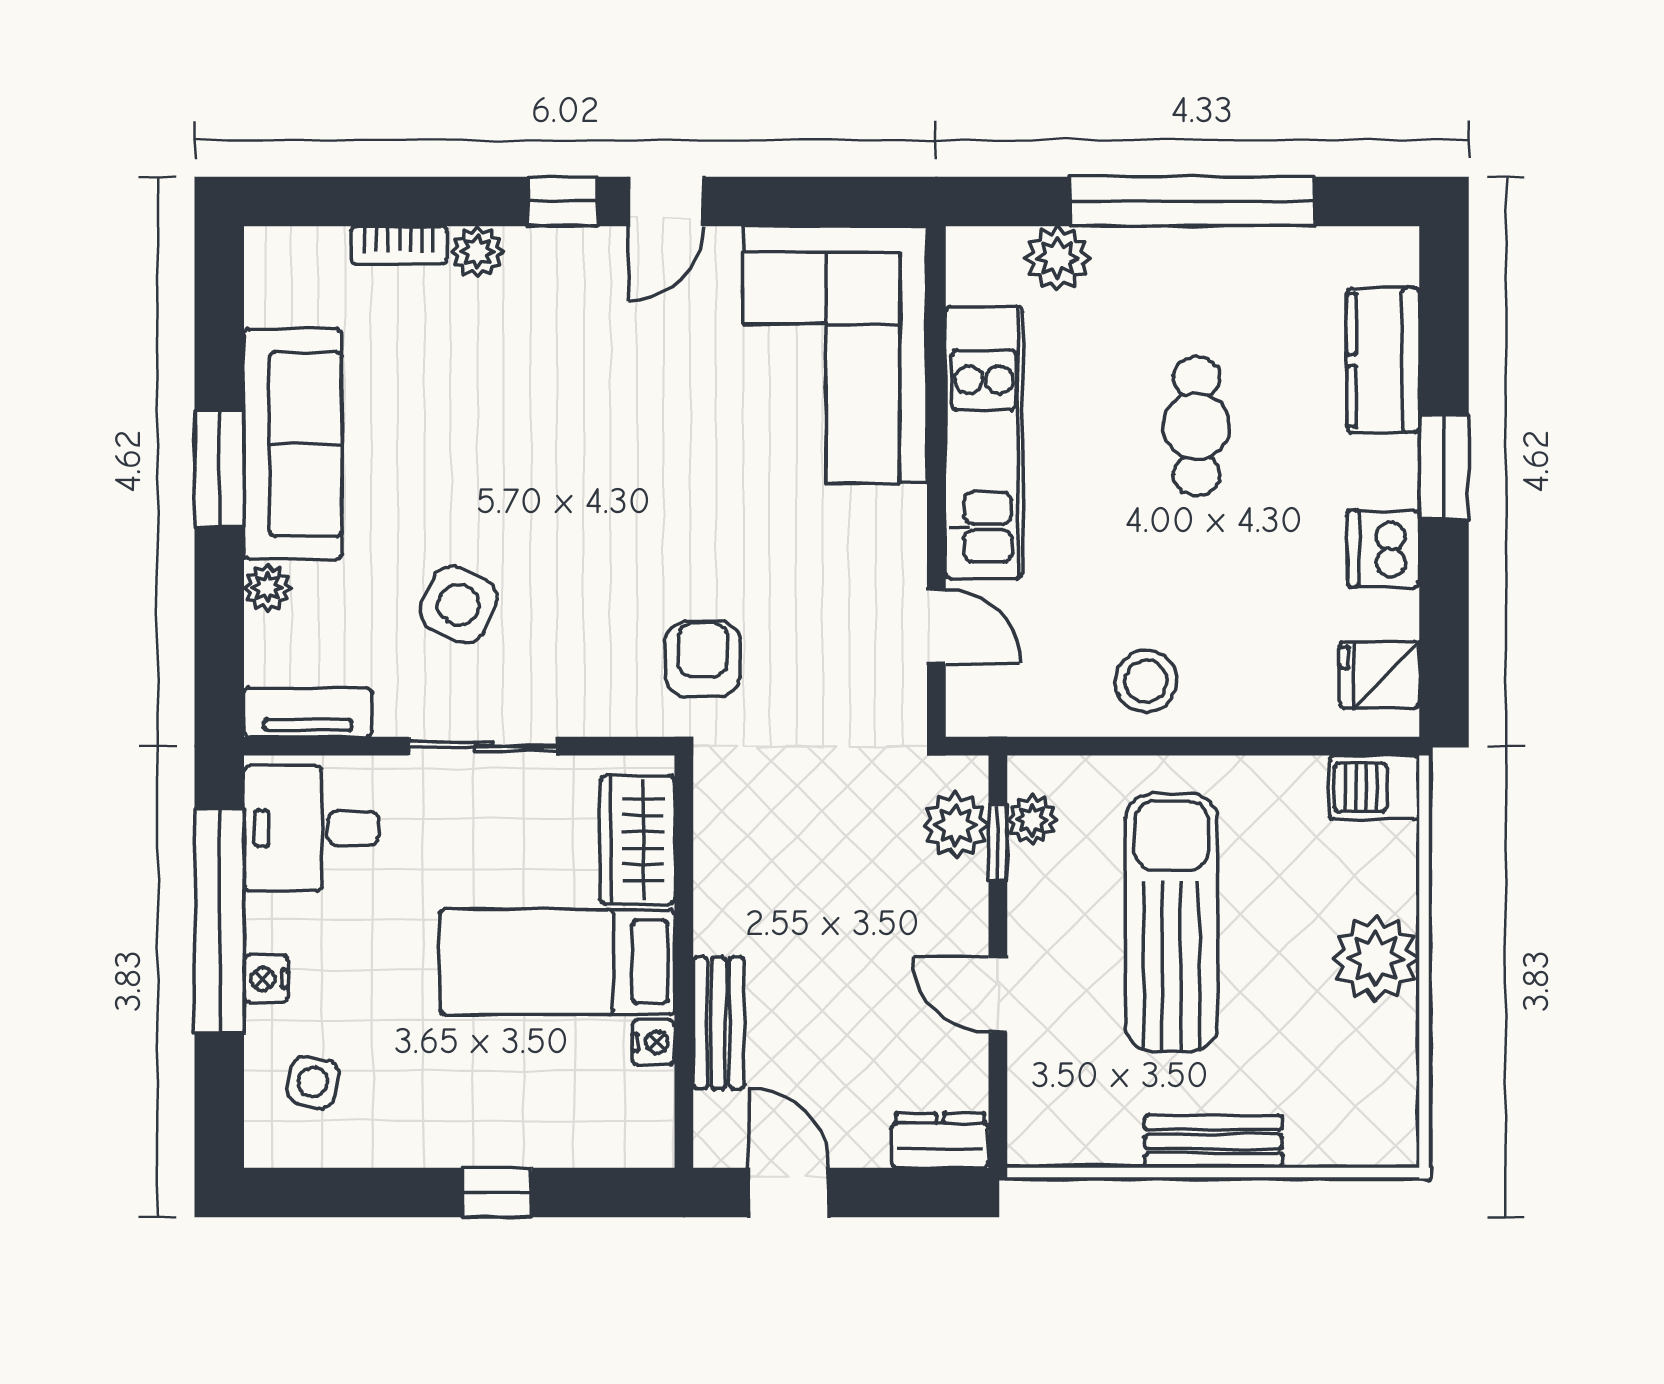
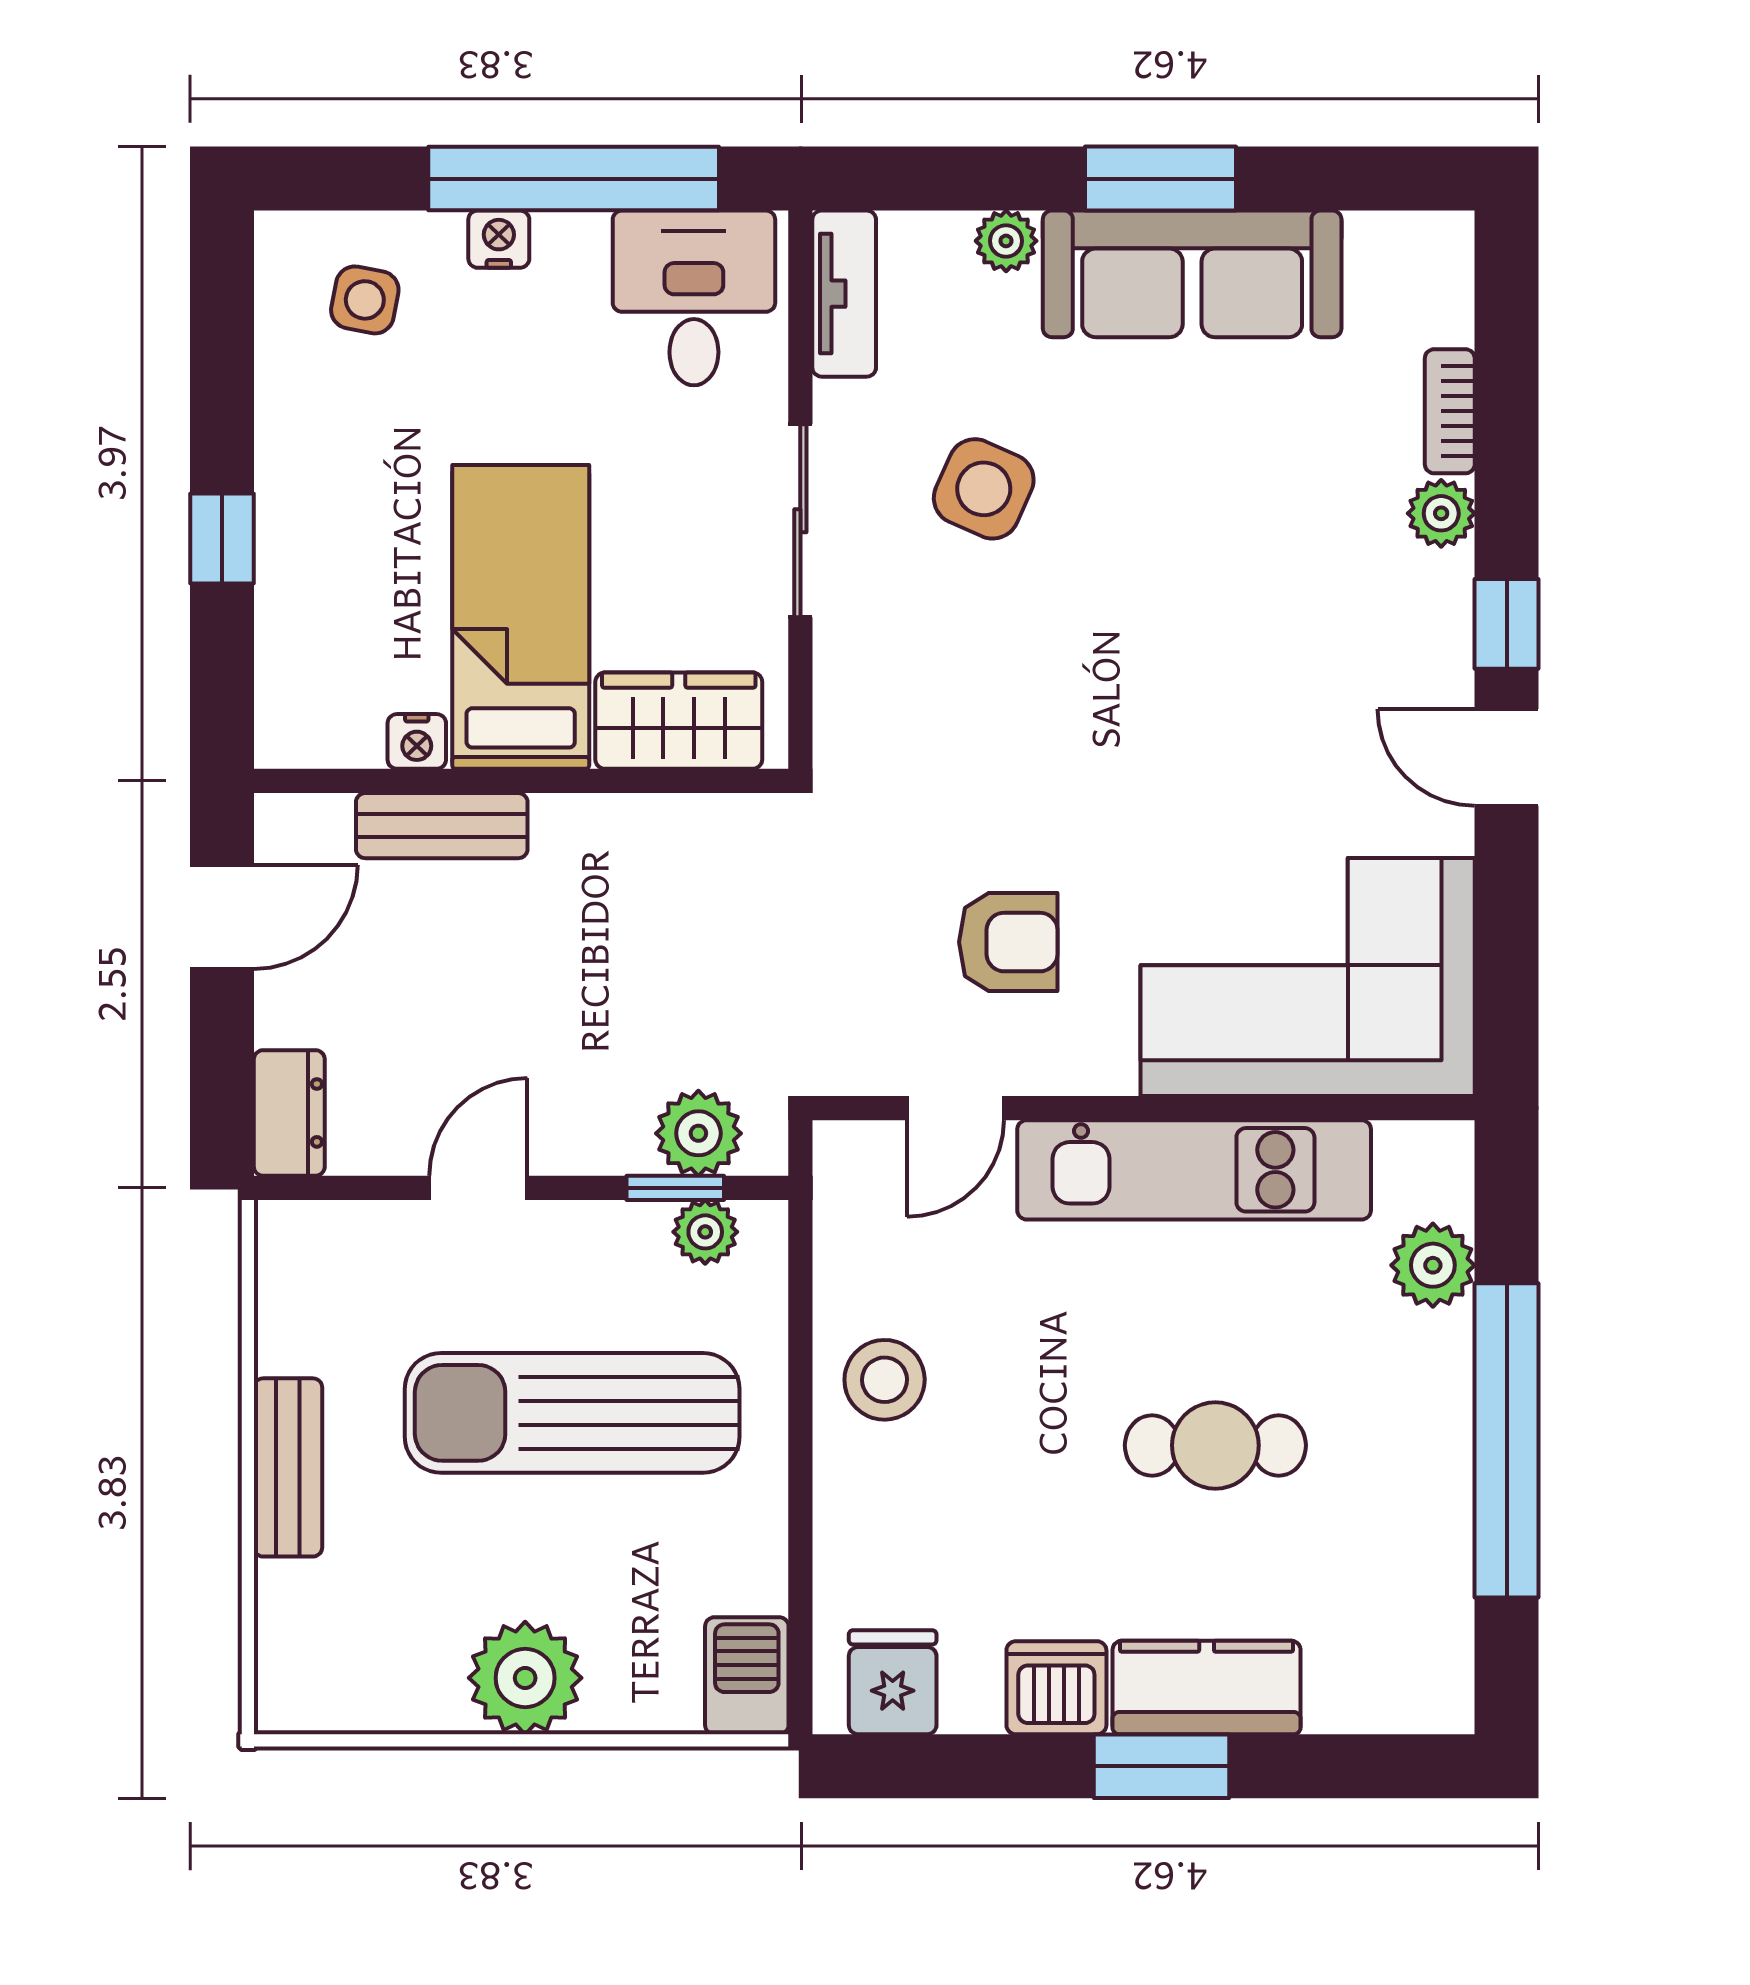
kitchen counter: (1383, 360) -> (1207, 1687), moved
armchair: (702, 659) -> (1008, 942), moved
sun lounger: (1171, 922) -> (572, 1413), turned 180

